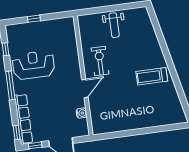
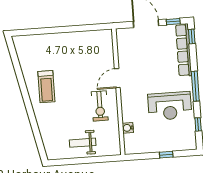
weight bench: (114, 25) -> (83, 143), turned -90
treadmill: (152, 76) -> (46, 87), turned 90
water cooler: (82, 113) -> (128, 128), moved

